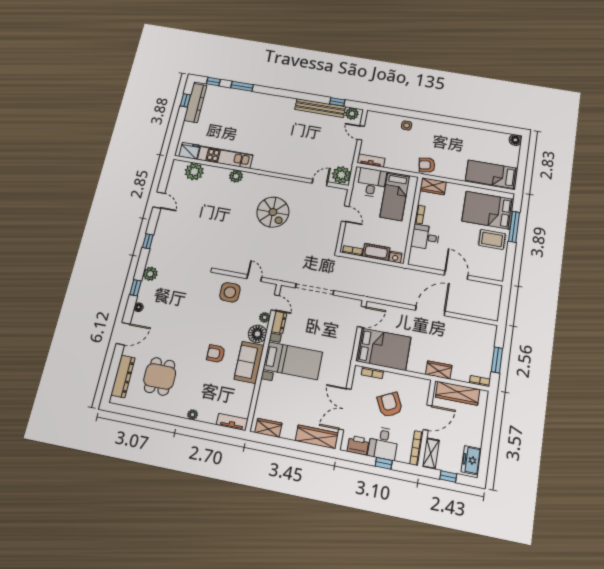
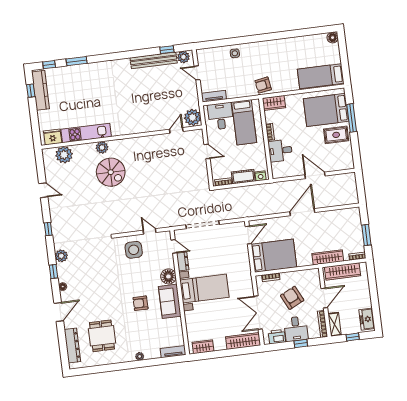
spiral stairs: (273, 212) -> (111, 172), moved
plant: (265, 317) -> (170, 261), removed
wardrobe: (439, 370) -> (328, 257), width x1.50

